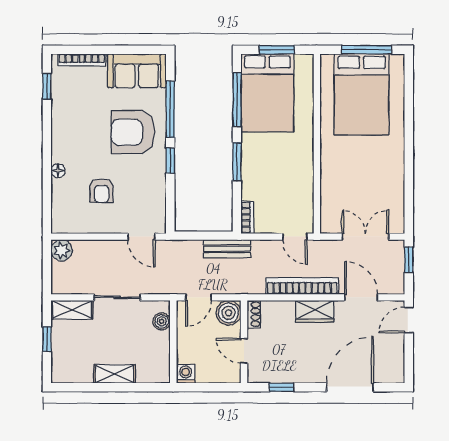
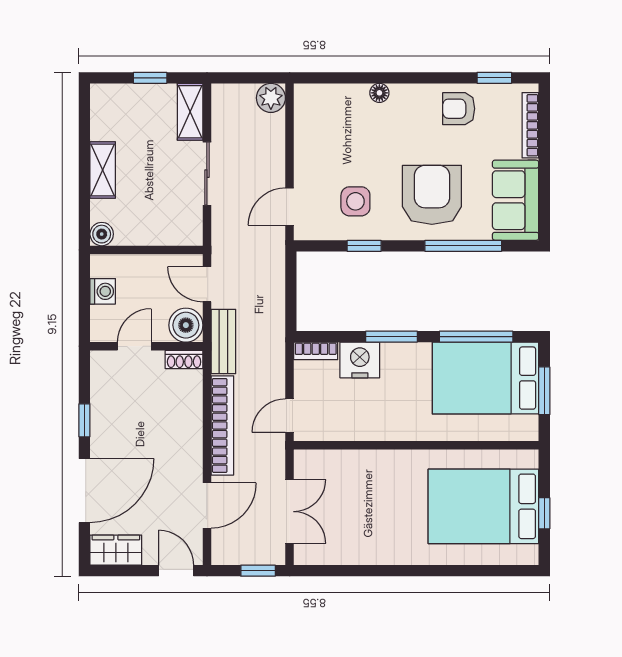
window: (367, 50) -> (544, 513), width x0.46
window: (170, 161) -> (364, 246), moved
nightstand: (254, 185) -> (360, 360), added
side table: (138, 188) -> (355, 201), added
armchair: (101, 191) -> (459, 109), moved
bench: (227, 249) -> (223, 341), moved
wardrobe: (315, 311) -> (116, 550), moved, turned 90
boiler: (162, 321) -> (102, 234), moved
washing machine: (186, 374) -> (103, 291), moved
window: (282, 387) -> (84, 420), moved
door: (350, 387) -> (84, 491), hinge flipped

